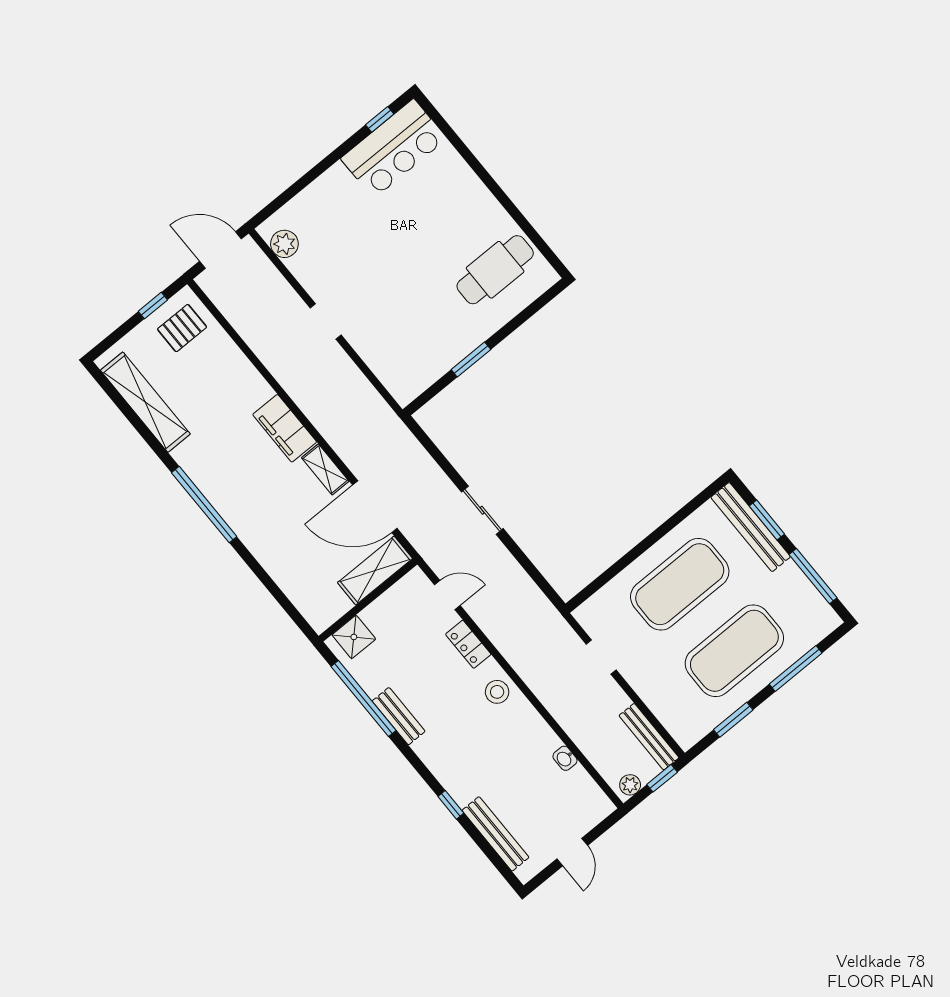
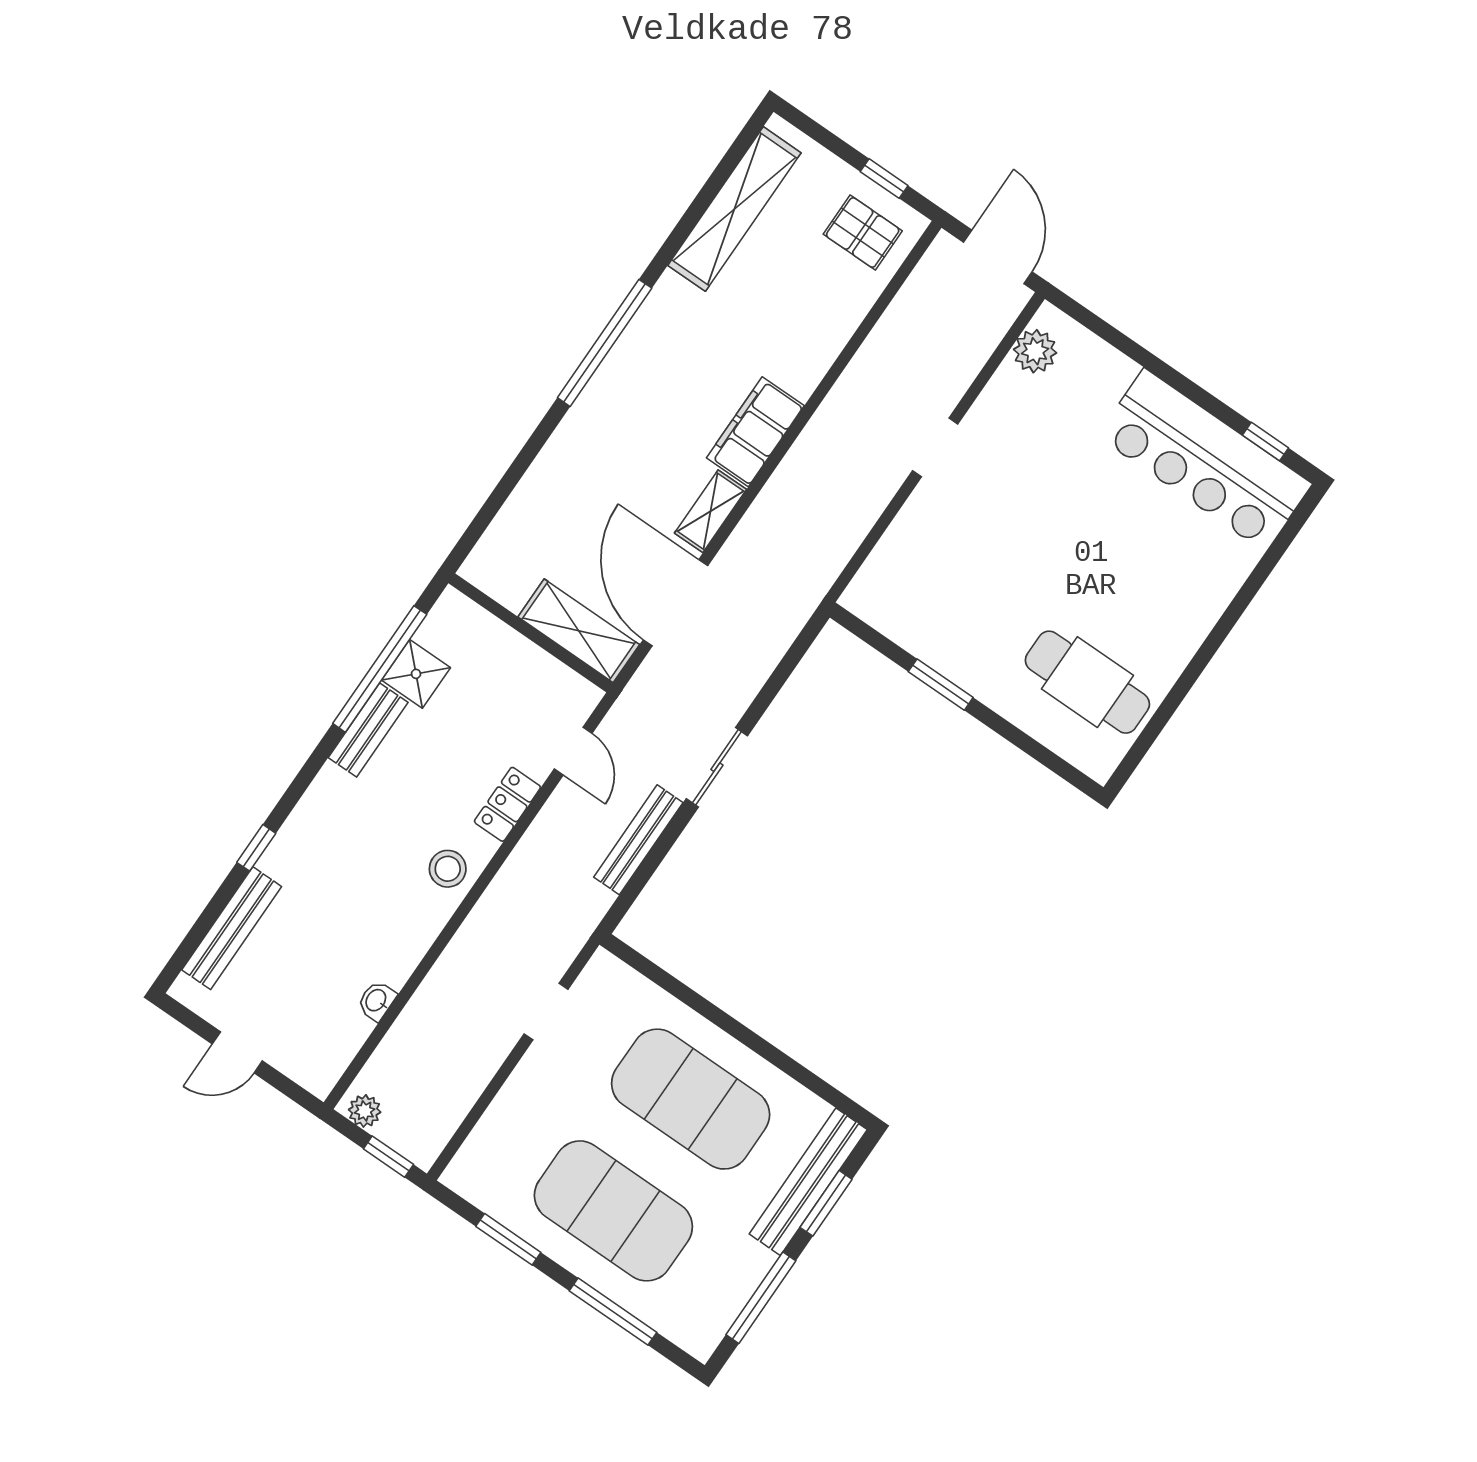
bar counter: (394, 149) -> (1205, 460), width x1.36
shower: (354, 637) -> (416, 674), moved
bench: (649, 737) -> (638, 840), moved

